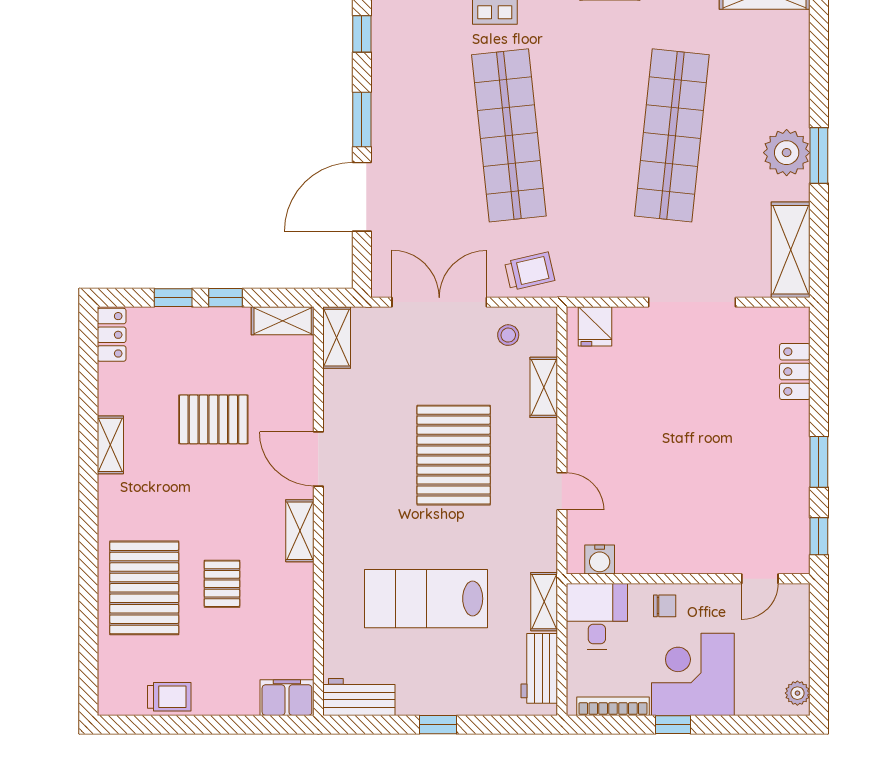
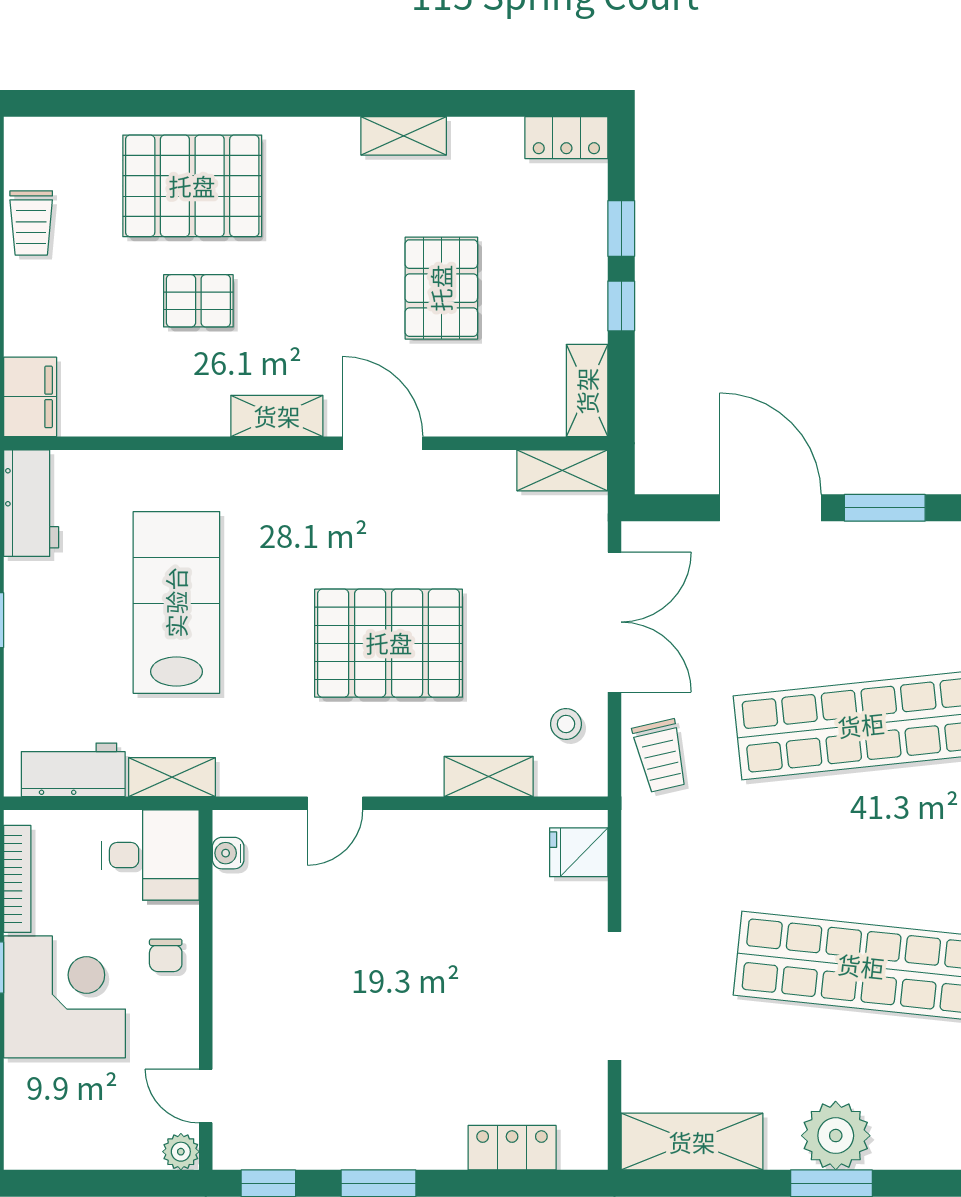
door: (318, 459) -> (383, 443), hinge flipped
water cooler: (600, 560) -> (228, 853), width x0.72, depth x0.72
plant: (797, 693) -> (181, 1152), moved

